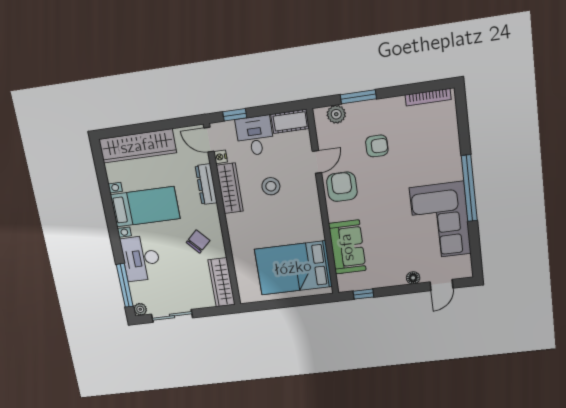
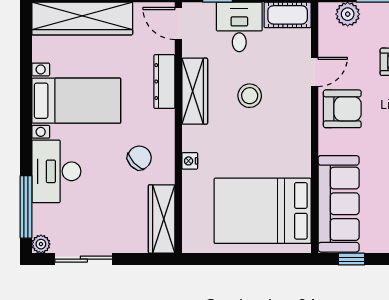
nightstand: (221, 157) -> (190, 161), moved
armchair: (342, 187) -> (342, 109), turned 90
sofa: (347, 247) -> (339, 204), width x1.36

